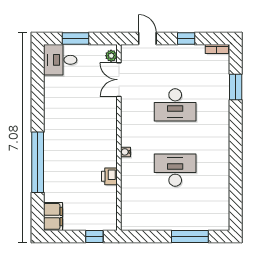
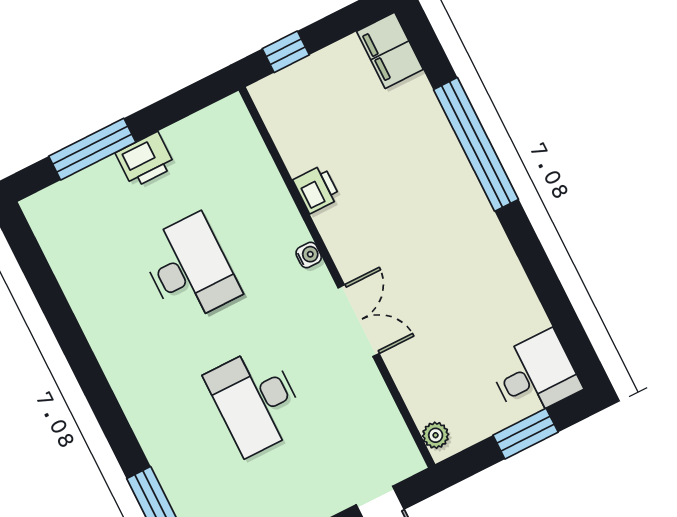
double door: (119, 80) -> (359, 321), moved
desk: (175, 105) -> (256, 401), turned -90
desk: (175, 170) -> (190, 269), turned -90
printer: (171, 222) -> (145, 160), added

